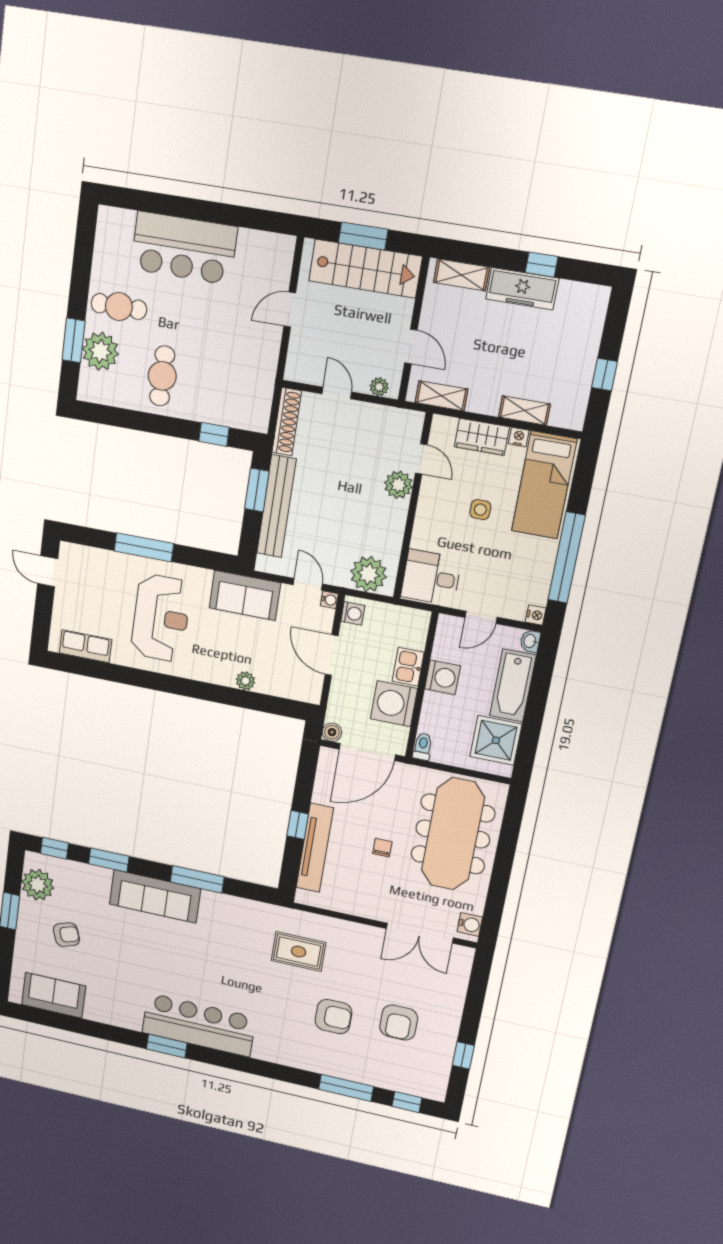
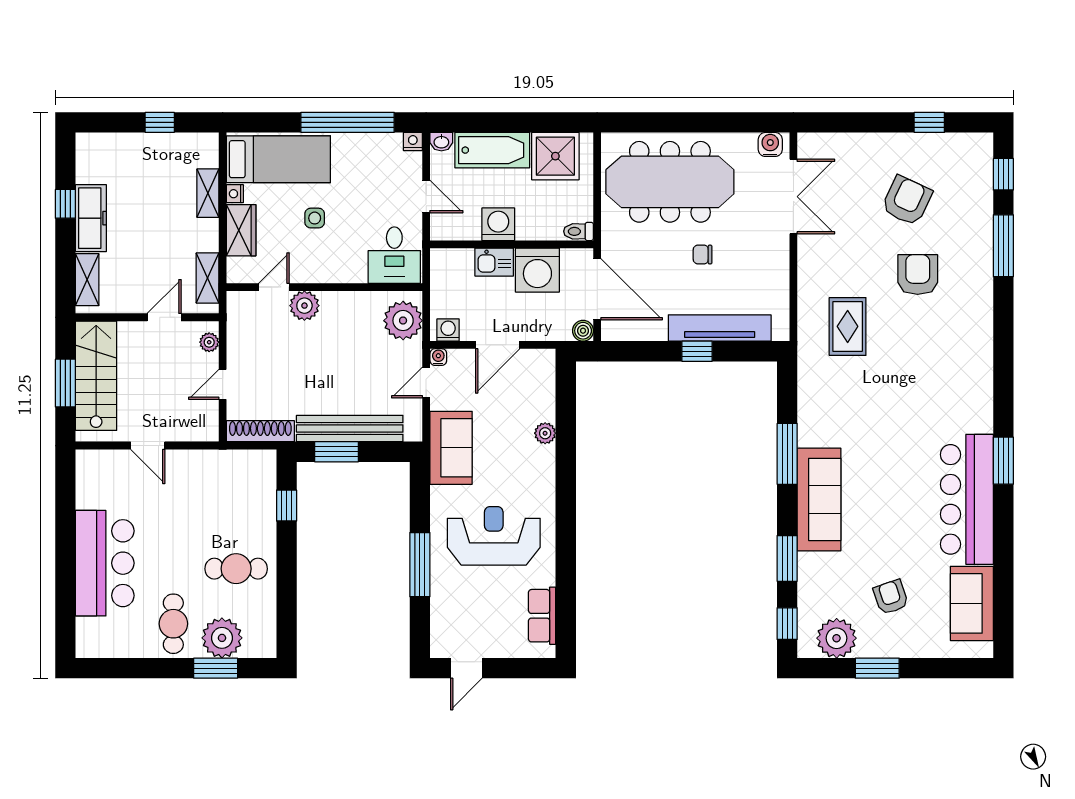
armchair: (399, 1023) -> (907, 201), turned -65
bar counter: (199, 1025) -> (967, 499), moved

